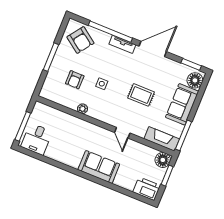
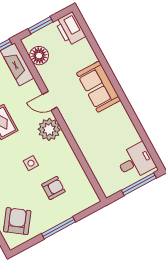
plant: (82, 109) -> (49, 129), moved, width x1.88, depth x1.88
door: (122, 133) -> (50, 101), swing flipped
floor lamp: (163, 160) -> (39, 56), moved

